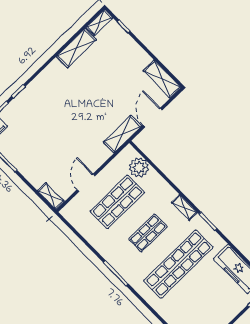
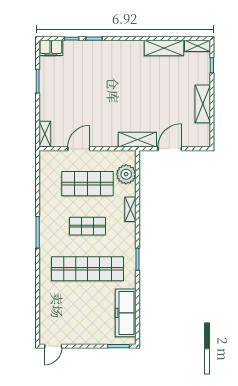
shelving: (162, 79) -> (203, 104), moved
shelving: (184, 208) -> (130, 209), moved

